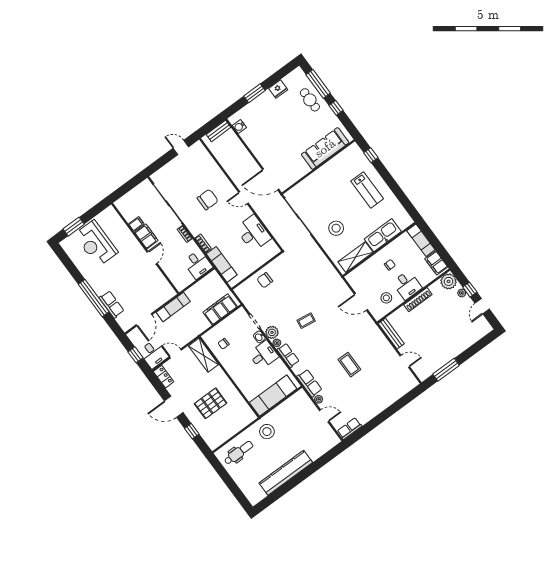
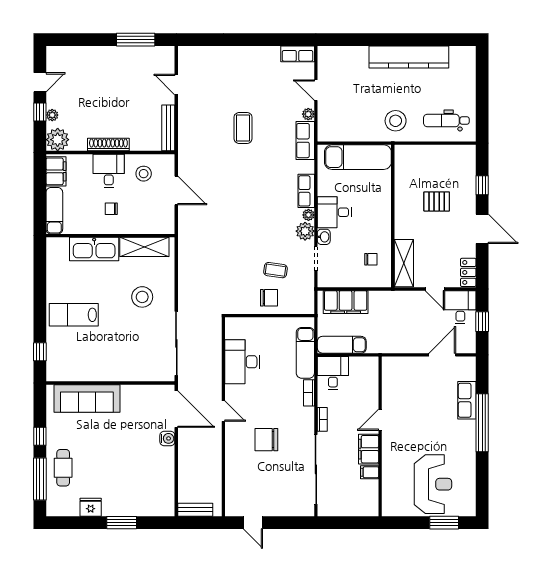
water cooler: (239, 126) -> (167, 438), moved
lab bench: (367, 190) -> (74, 315), turned -90
exam couch: (173, 307) -> (342, 345), moved
coffee table: (306, 321) -> (275, 270), moved
pallet: (211, 403) -> (437, 201), width x0.67, depth x0.71

